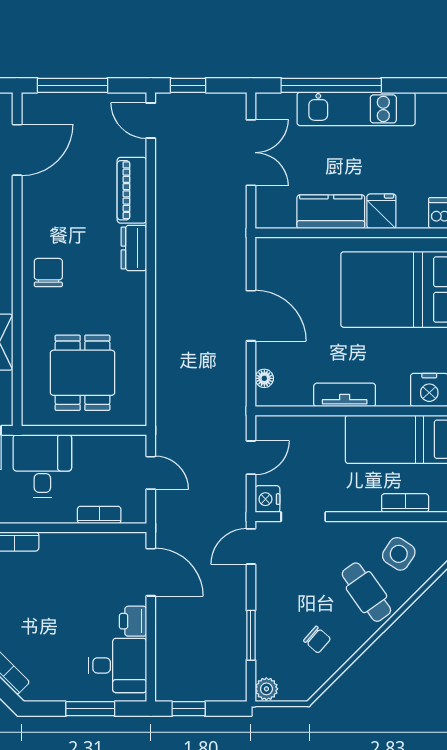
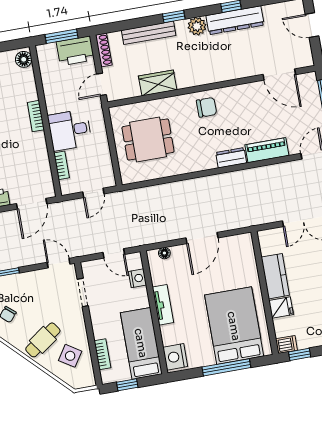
desk: (42, 466) -> (70, 130), moved, turned 180
nightstand: (267, 499) -> (137, 278), moved, turned 90

